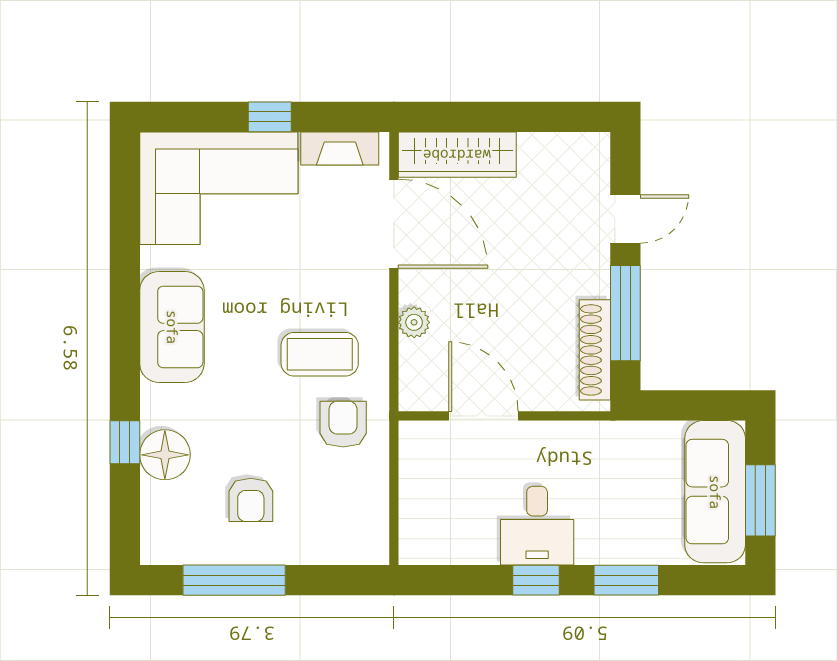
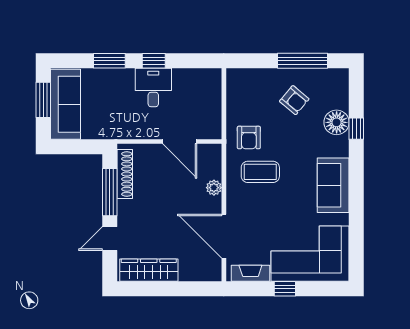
wardrobe: (457, 155) -> (149, 270), moved
armchair: (251, 500) -> (294, 100), turned 130

